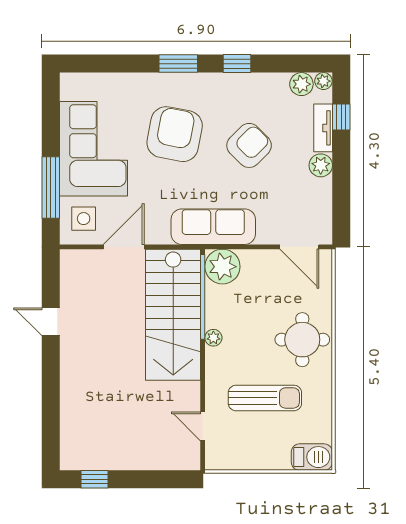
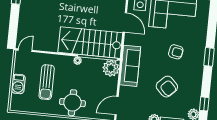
window: (237, 64) -> (204, 104), moved
armchair: (175, 134) -> (176, 52), width x0.53, depth x0.53
door: (203, 426) -> (25, 50), moved
barbecue: (312, 457) -> (18, 84), moved

